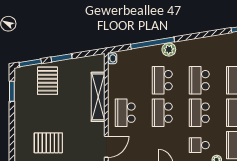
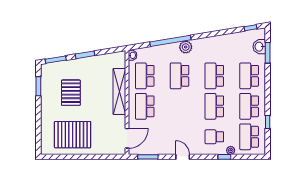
pallet: (48, 81) -> (71, 93), moved
school desk: (162, 113) -> (145, 76), moved
pallet: (48, 143) -> (73, 135), width x1.37, depth x1.41

